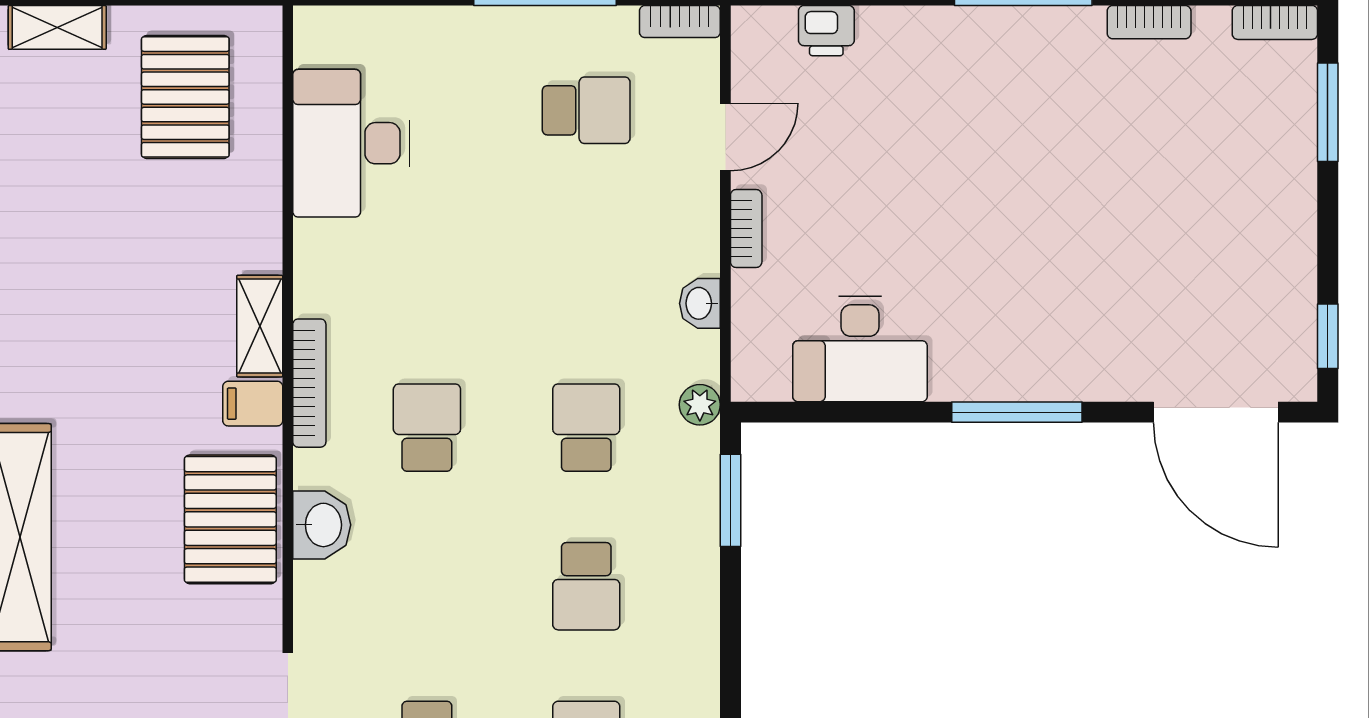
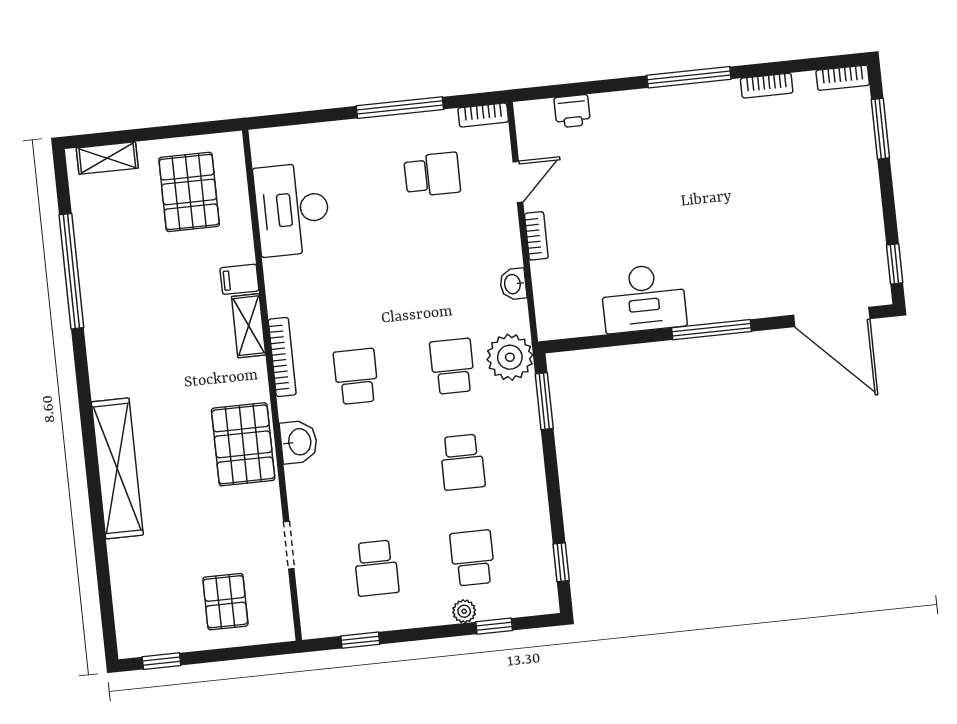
desk: (860, 349) -> (644, 298), moved
filing cabinet: (253, 404) -> (239, 279), moved
plant: (700, 405) -> (510, 357), width x1.87, depth x1.87

